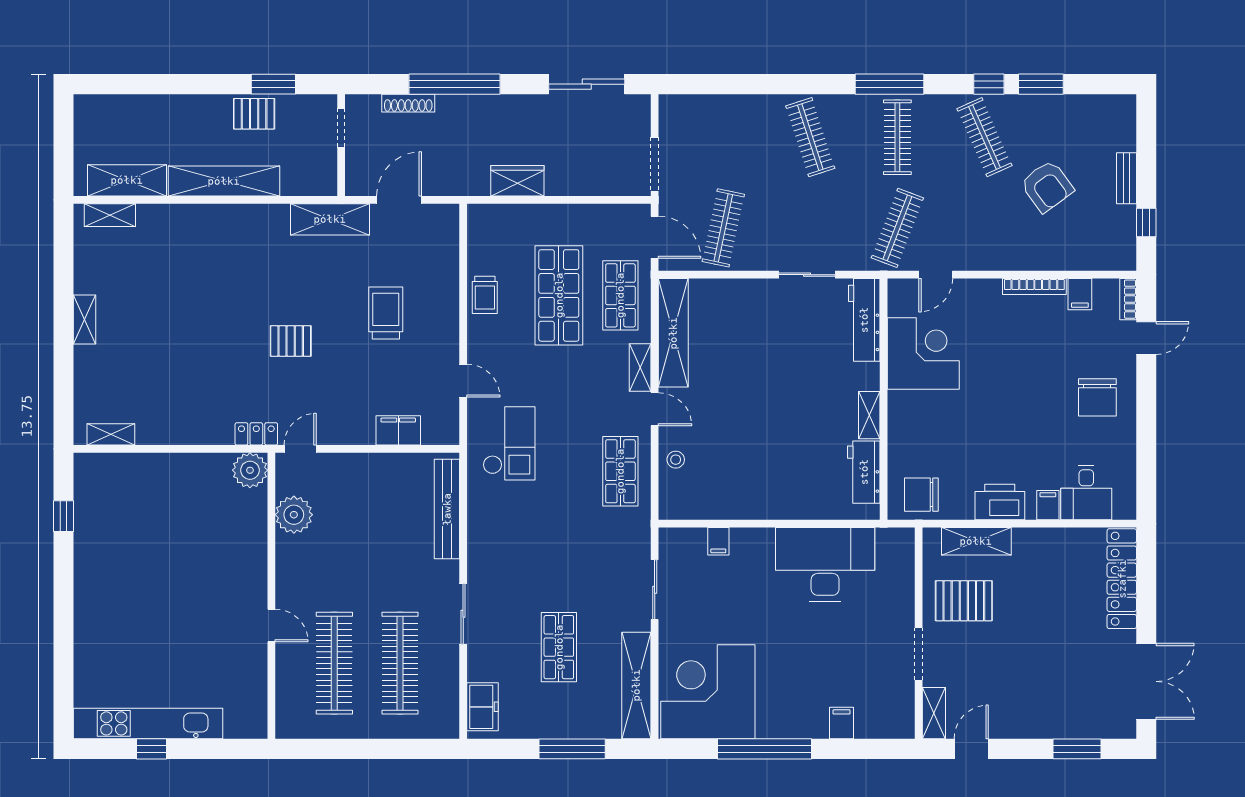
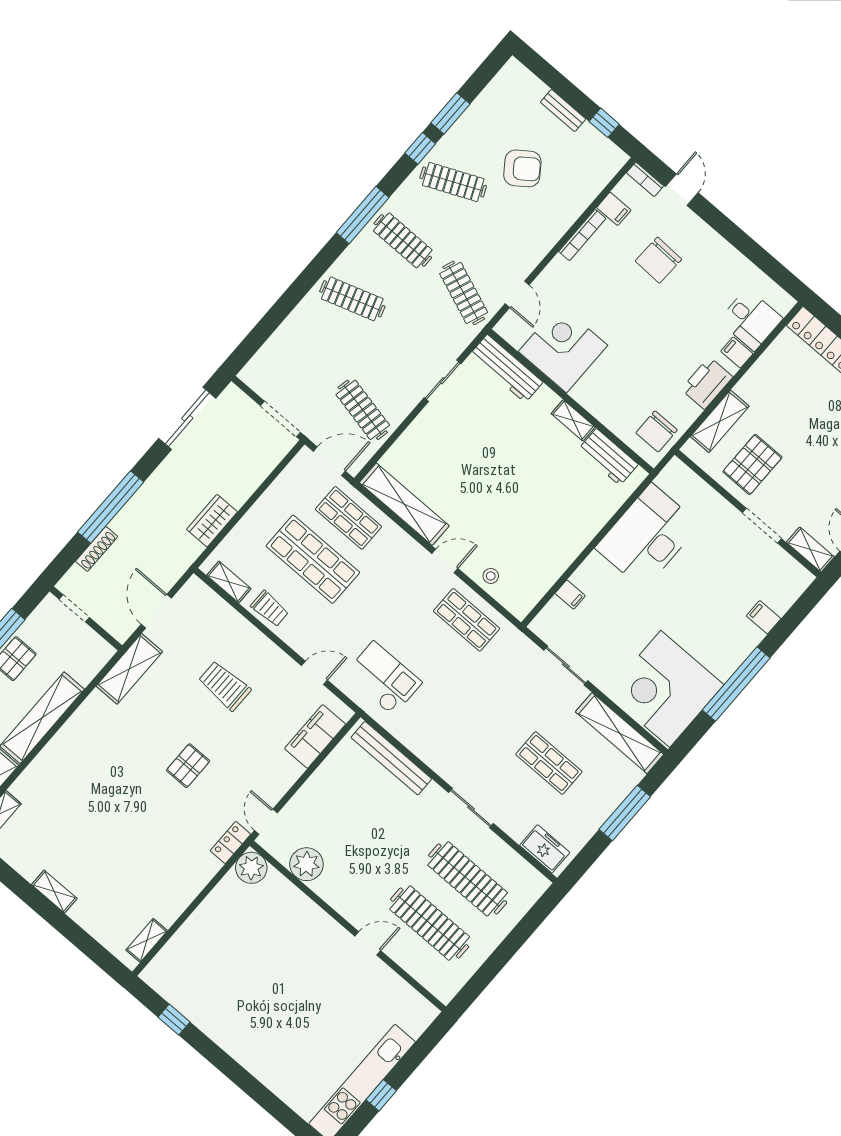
shelving: (640, 367) -> (229, 582), moved
chair: (1097, 397) -> (658, 260), moved, turned 92
filing cabinet: (398, 430) -> (315, 736), width x1.50, depth x1.17

